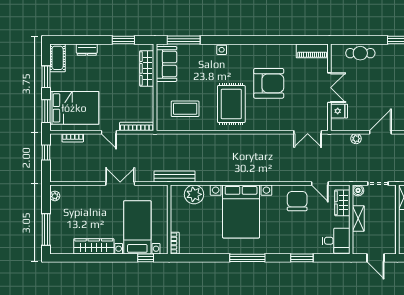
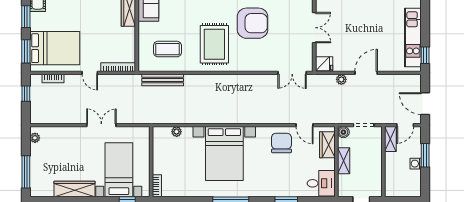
fridge: (339, 111) -> (324, 64), moved
bench: (174, 177) -> (163, 80), moved
plant: (194, 194) -> (177, 132), width x0.53, depth x0.53

